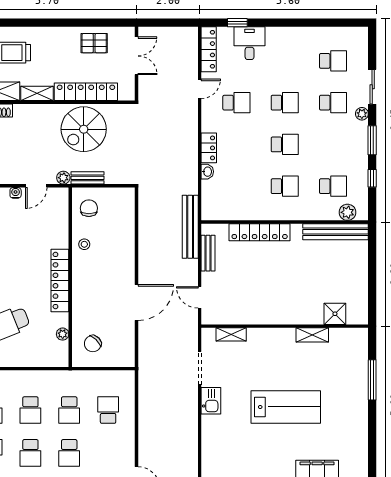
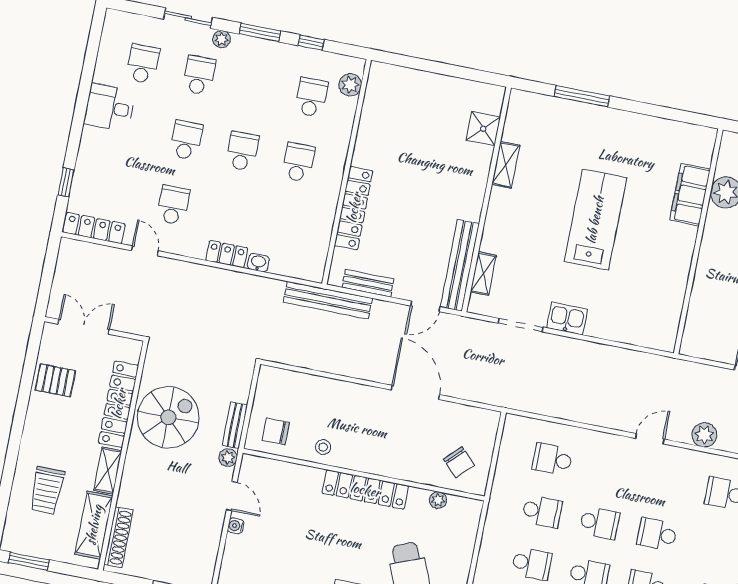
pallet: (94, 43) -> (55, 380), turned 90
desk: (250, 43) -> (109, 107), moved
spiral stairs: (84, 129) -> (168, 417), turned -90
bench: (336, 232) -> (460, 265), moved

